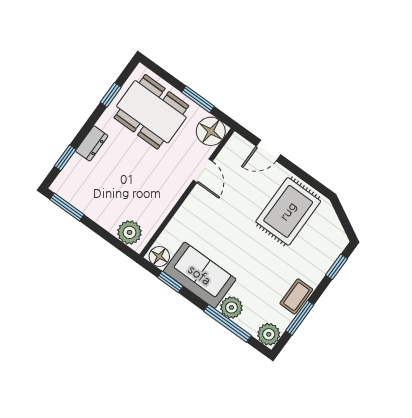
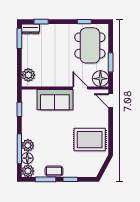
dresser: (92, 143) -> (31, 29), moved
door: (268, 150) -> (111, 101), moved
door: (203, 171) -> (80, 88), swing flipped
floor lamp: (159, 256) -> (27, 158), moved
window: (336, 267) -> (70, 179), moved
sofa: (200, 275) -> (55, 100), moved, turned 90

